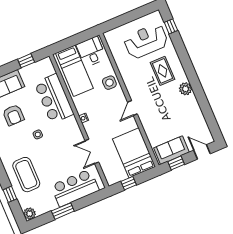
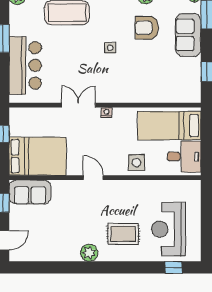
reception desk: (146, 41) -> (168, 229), turned 180
bar counter: (54, 98) -> (146, 86), removed
sofa: (171, 150) -> (30, 192), moved, turned 90
double door: (92, 151) -> (78, 105), moved

